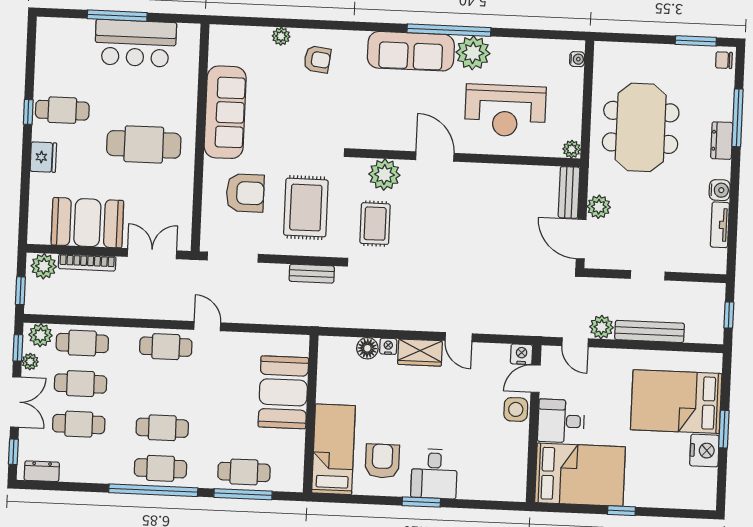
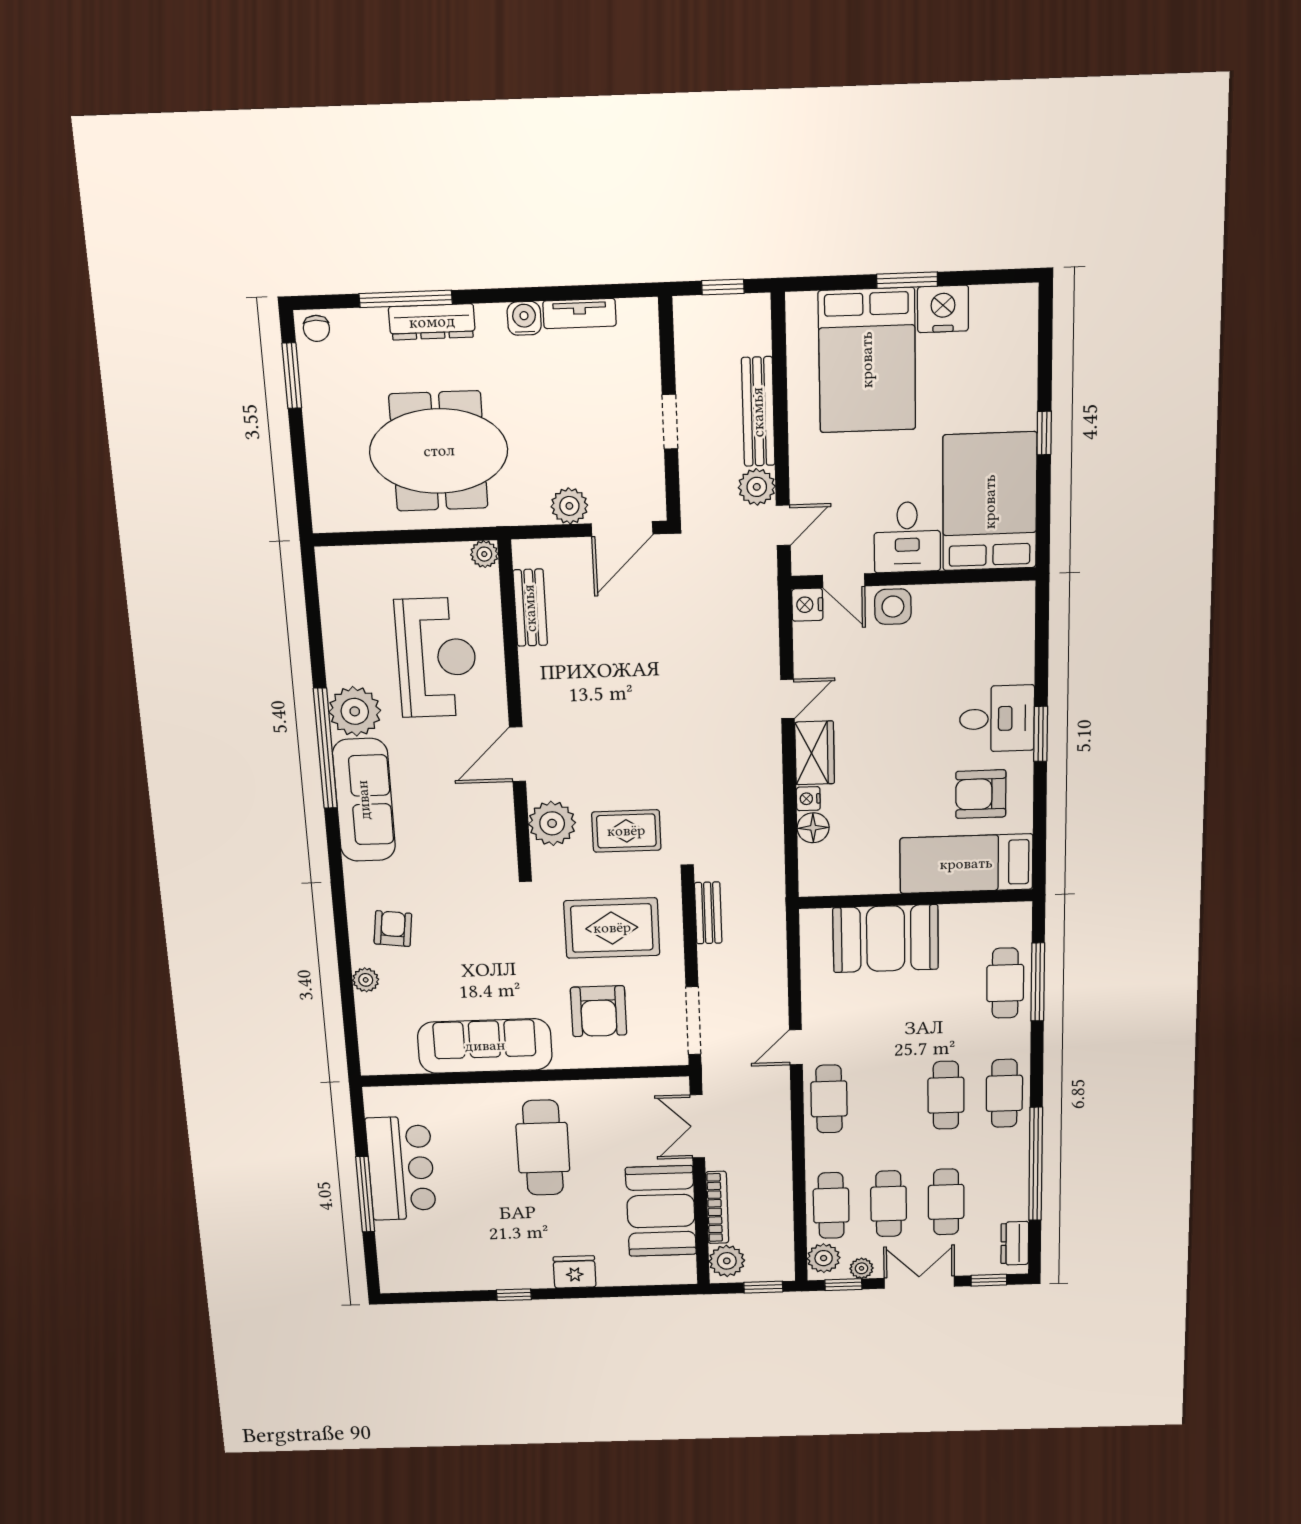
water cooler: (577, 59) -> (344, 557), removed
cafe table: (62, 110) -> (506, 1253), removed
dresser: (722, 141) -> (432, 322), width x1.44
bench: (569, 192) -> (530, 608), moved, turned 90
armchair: (245, 193) -> (599, 1011), turned 180
window: (153, 490) -> (1036, 1164), moved

